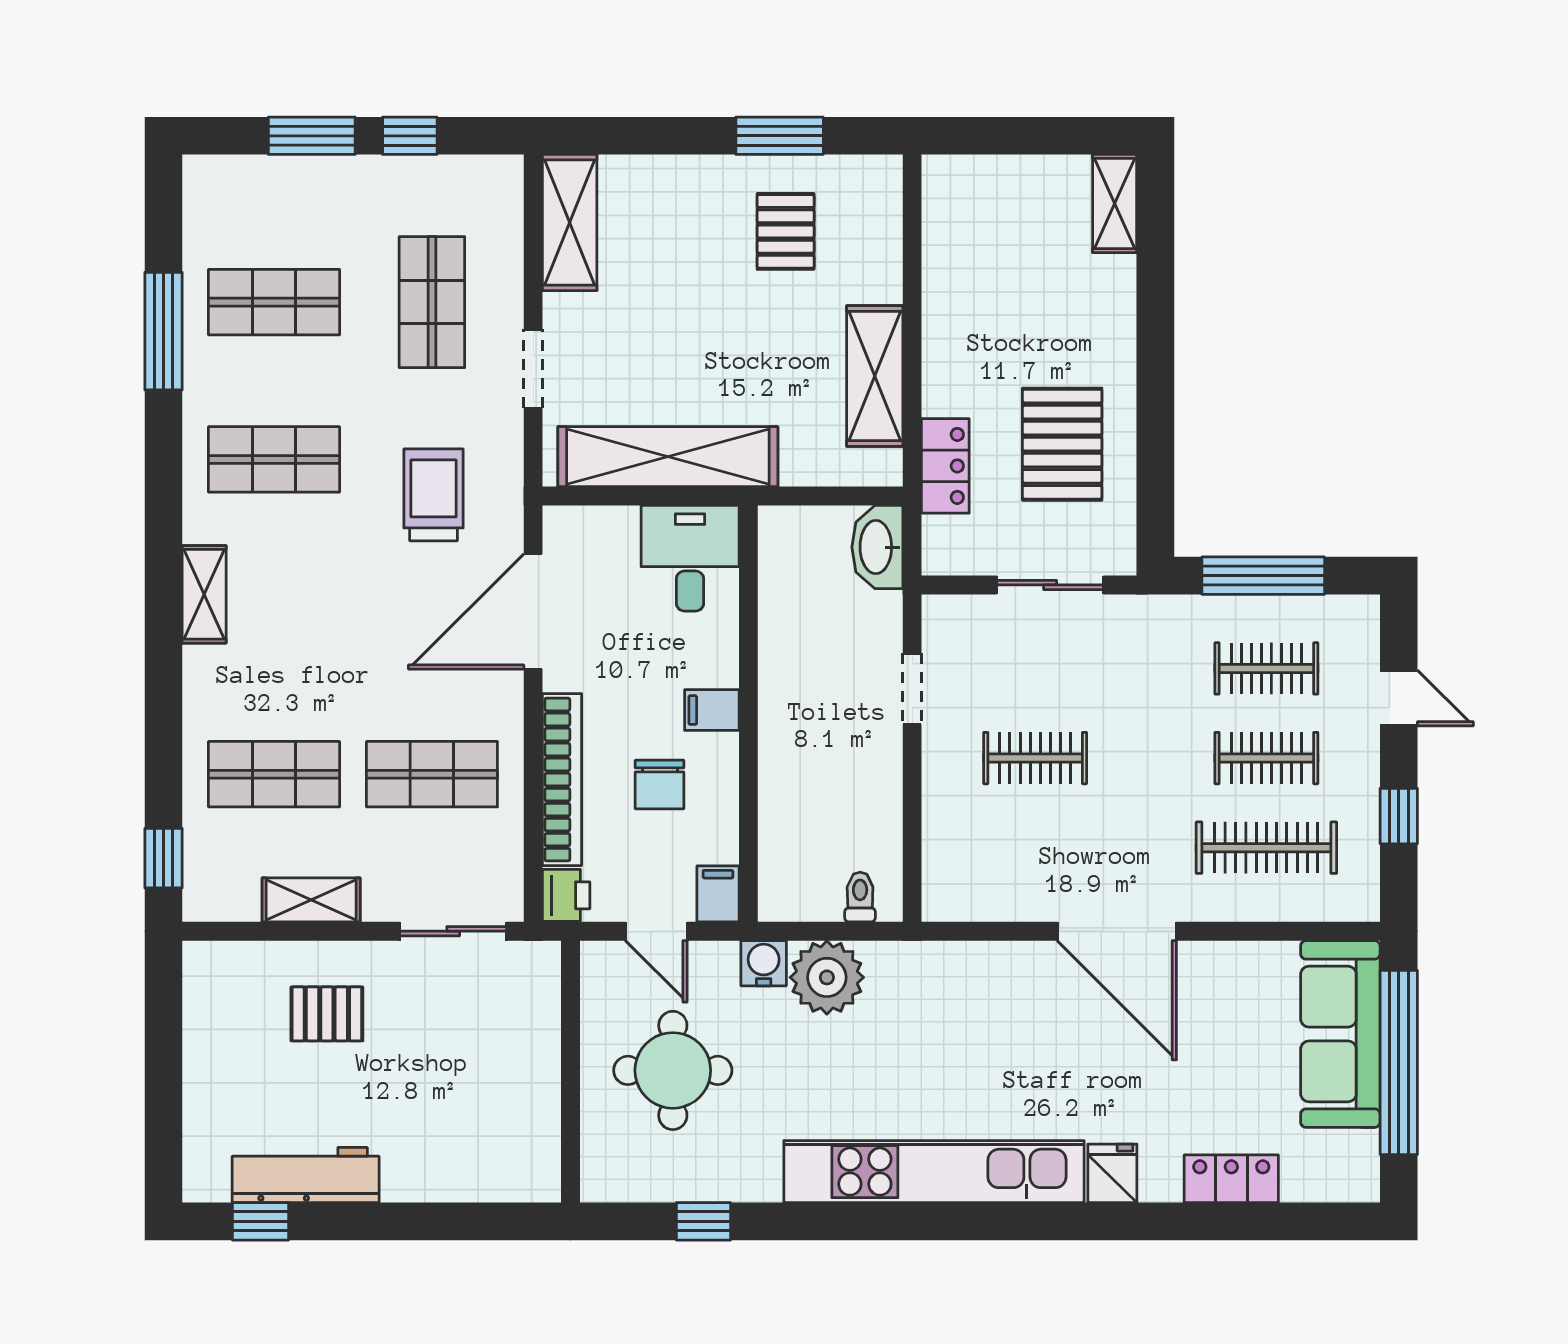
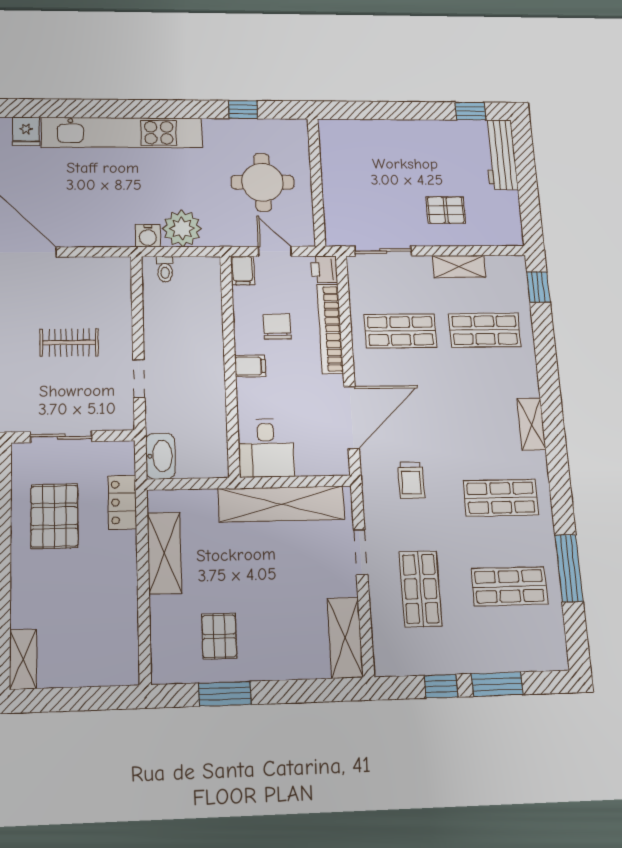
trolley: (434, 495) -> (411, 480), width x0.73, depth x0.72
water cooler: (764, 963) -> (148, 236), moved
workbench: (306, 1175) -> (500, 155), moved, turned 90

